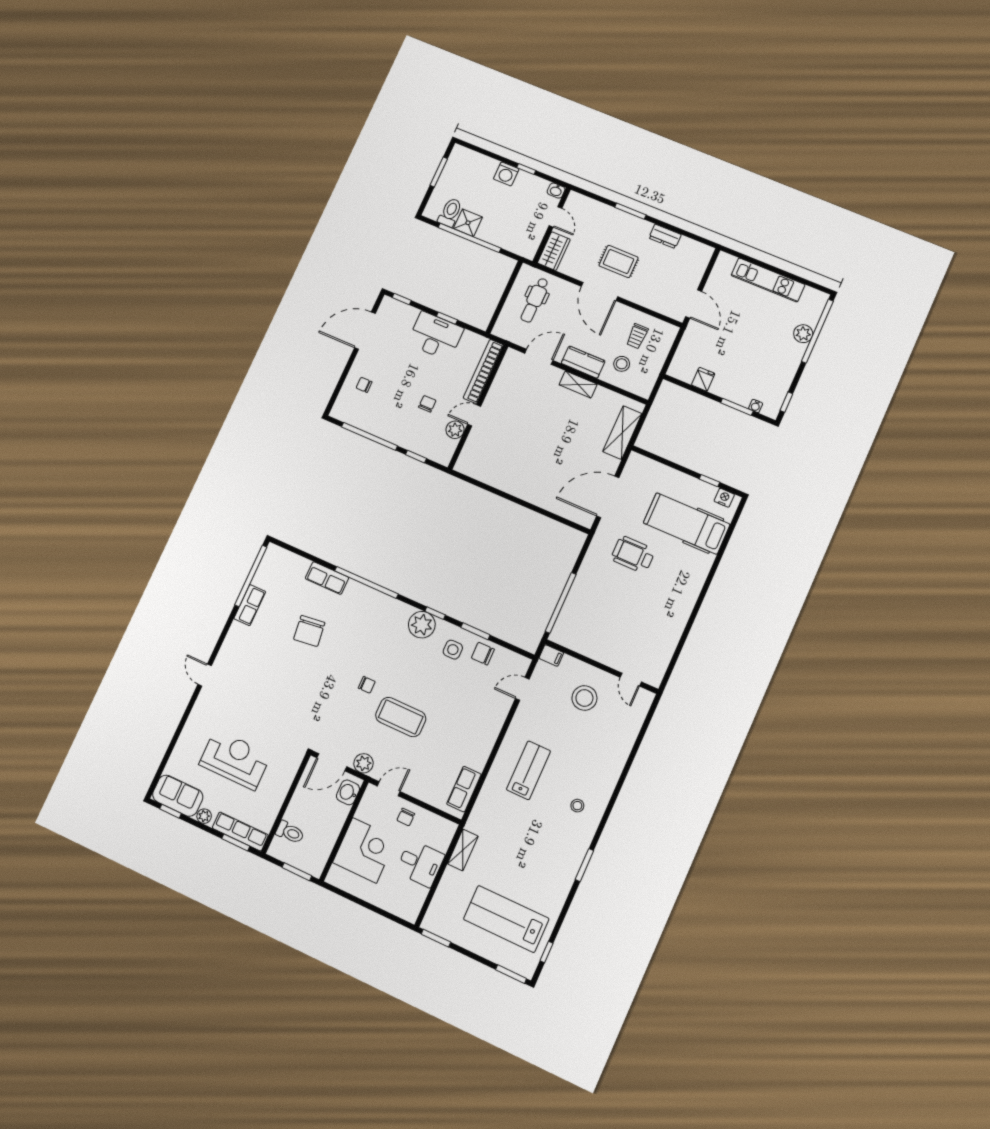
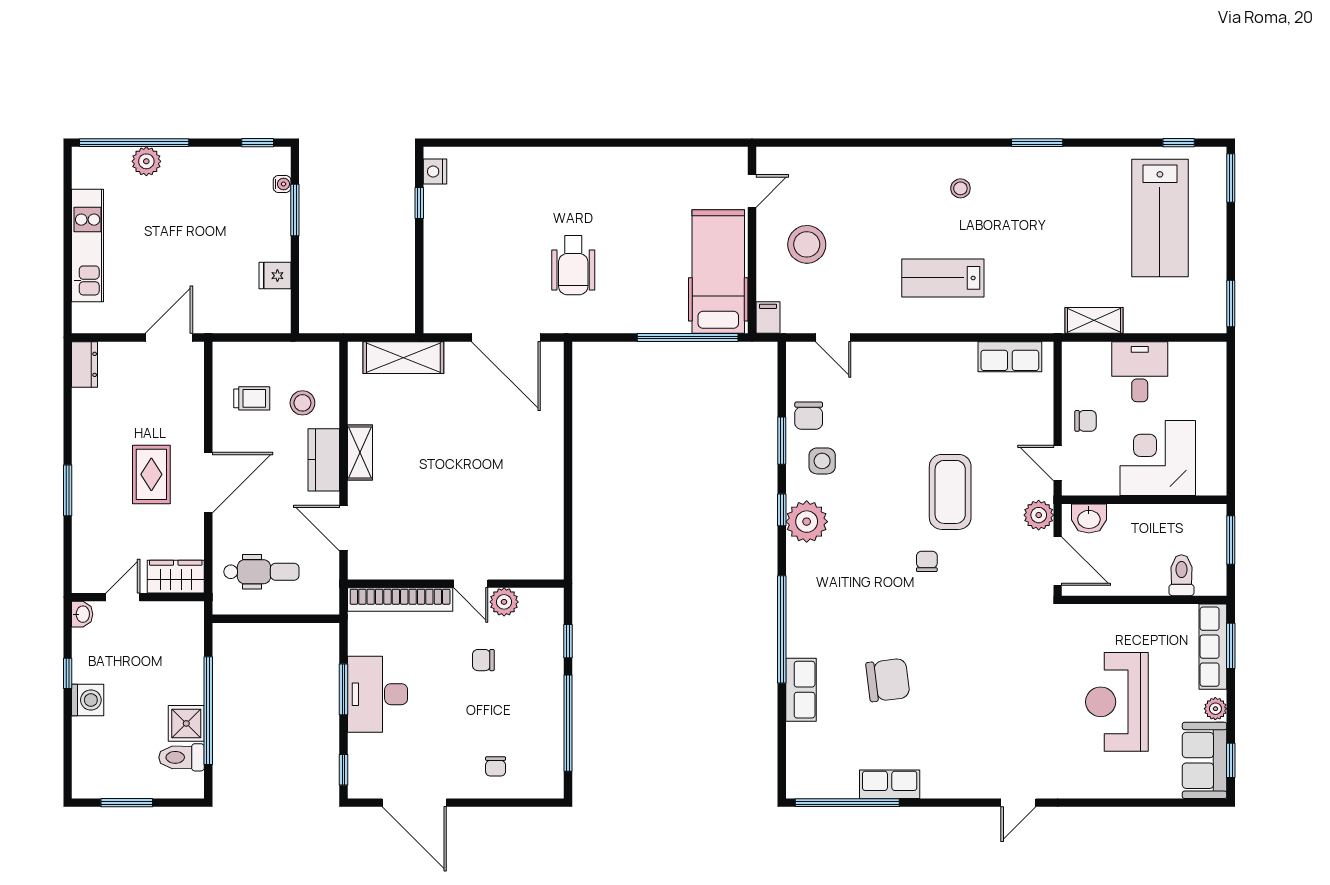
dresser: (665, 236) -> (85, 364), moved
window: (447, 318) -> (344, 689), width x1.50
hospital bed: (687, 524) -> (718, 271), moved, turned 180

